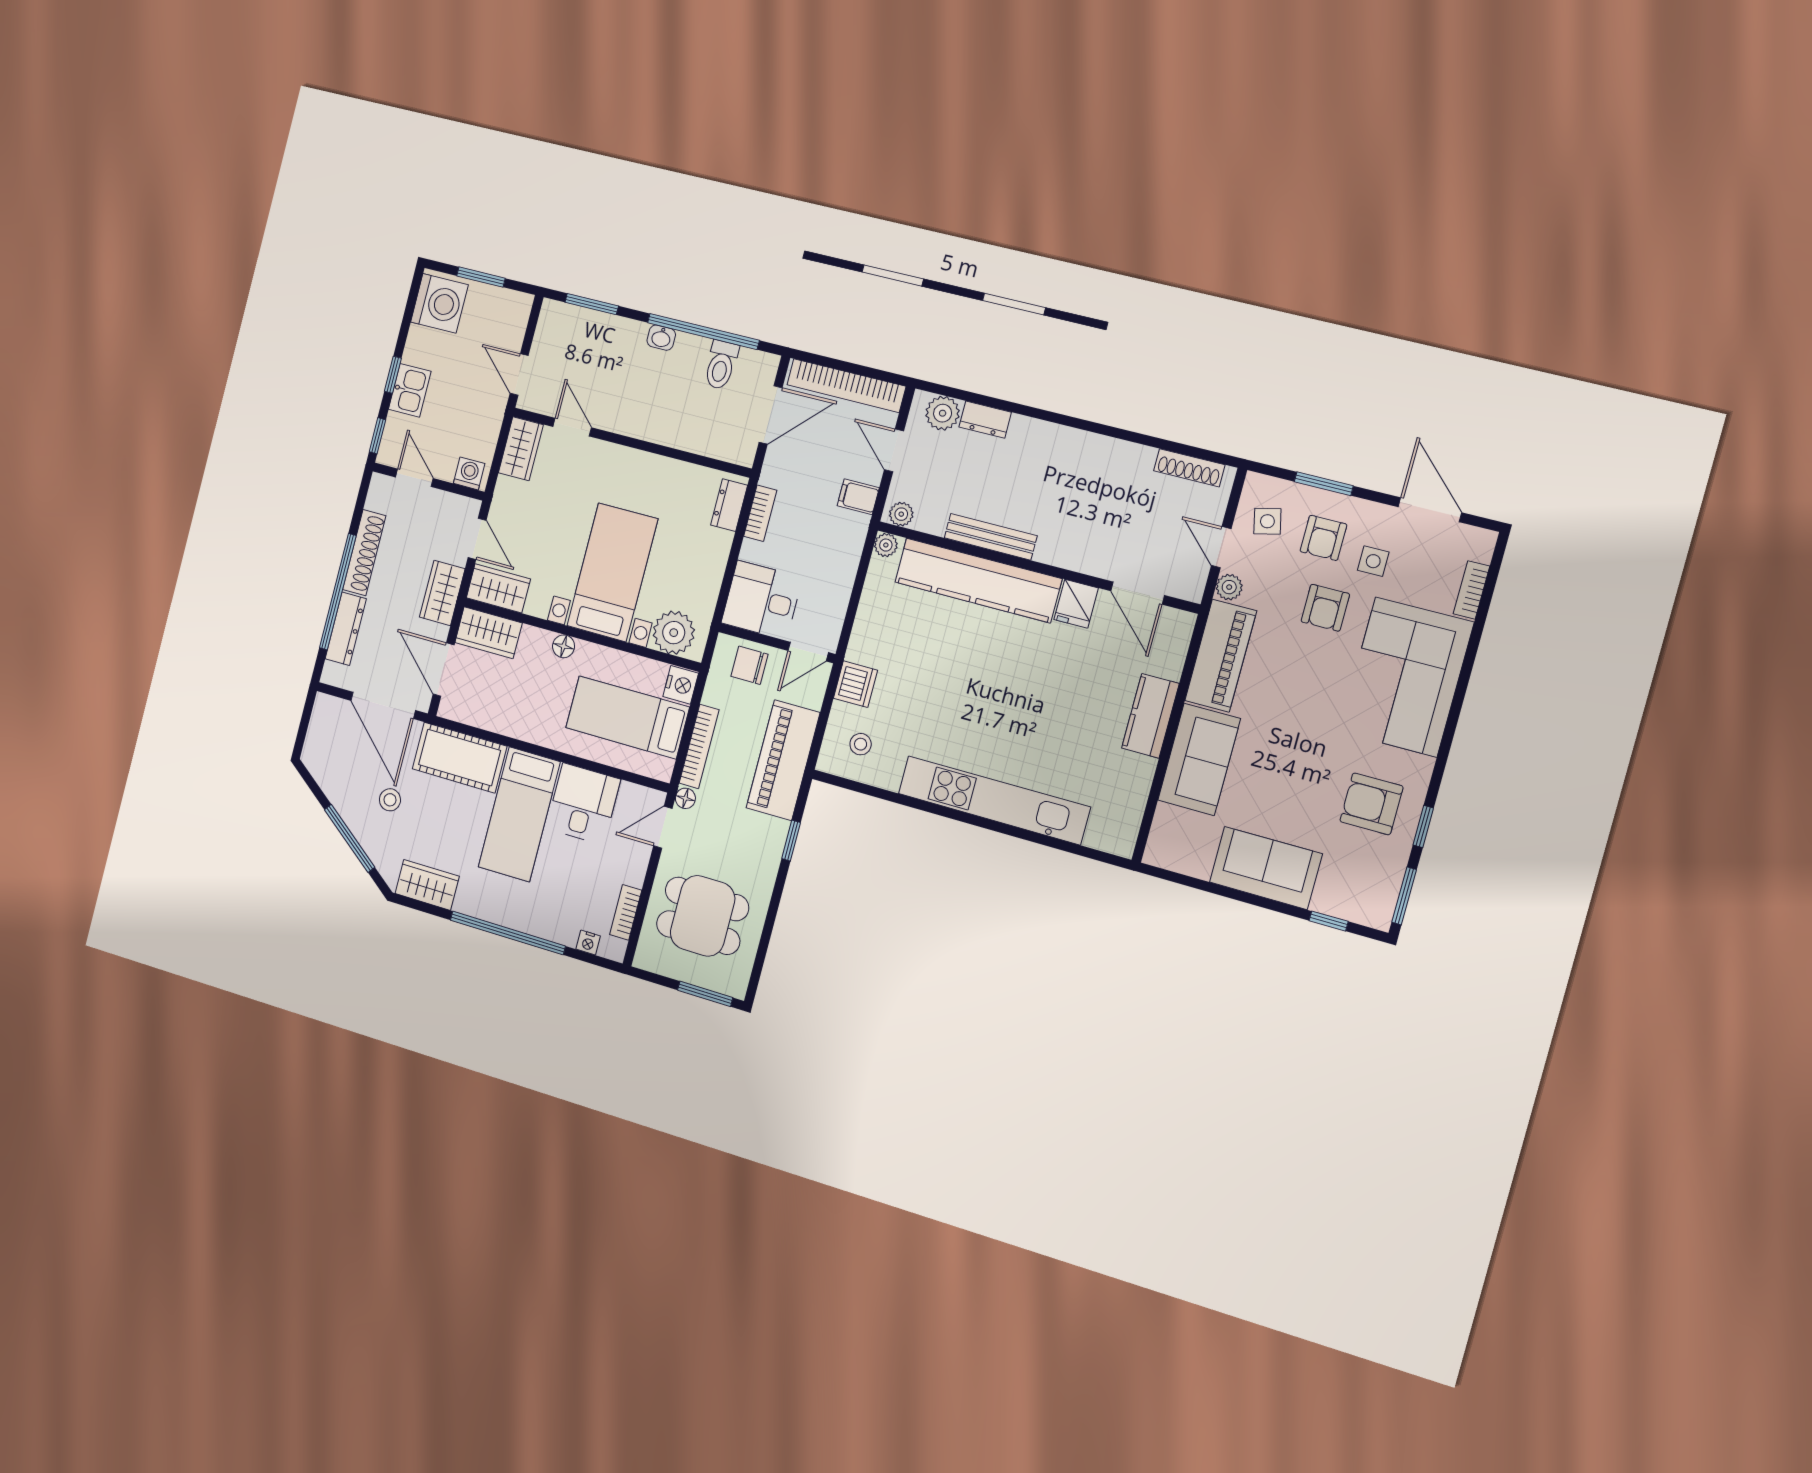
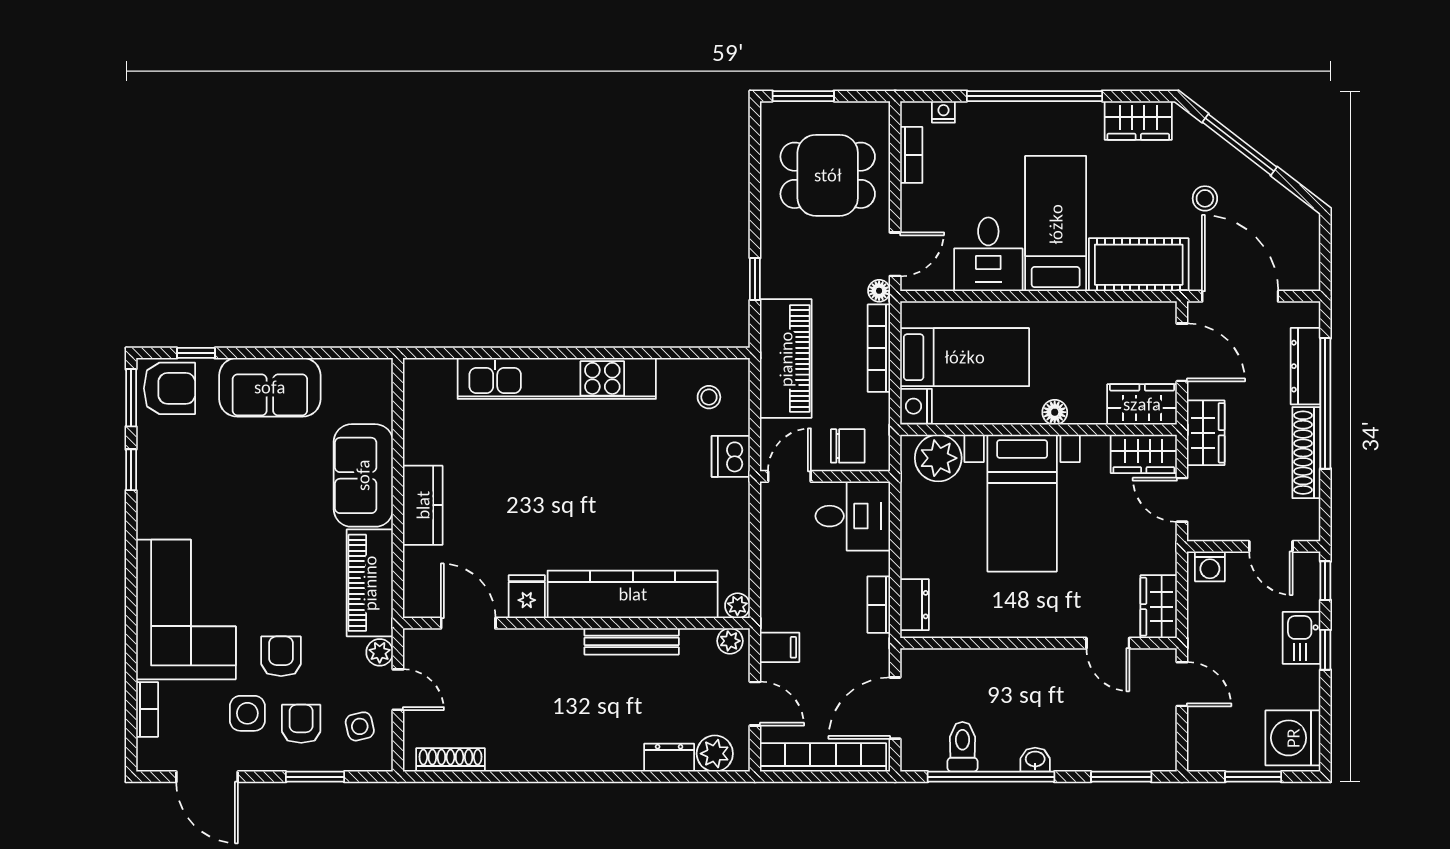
side table: (1373, 561) -> (247, 713), width x1.37, depth x1.37
armchair: (1371, 804) -> (170, 388), moved

